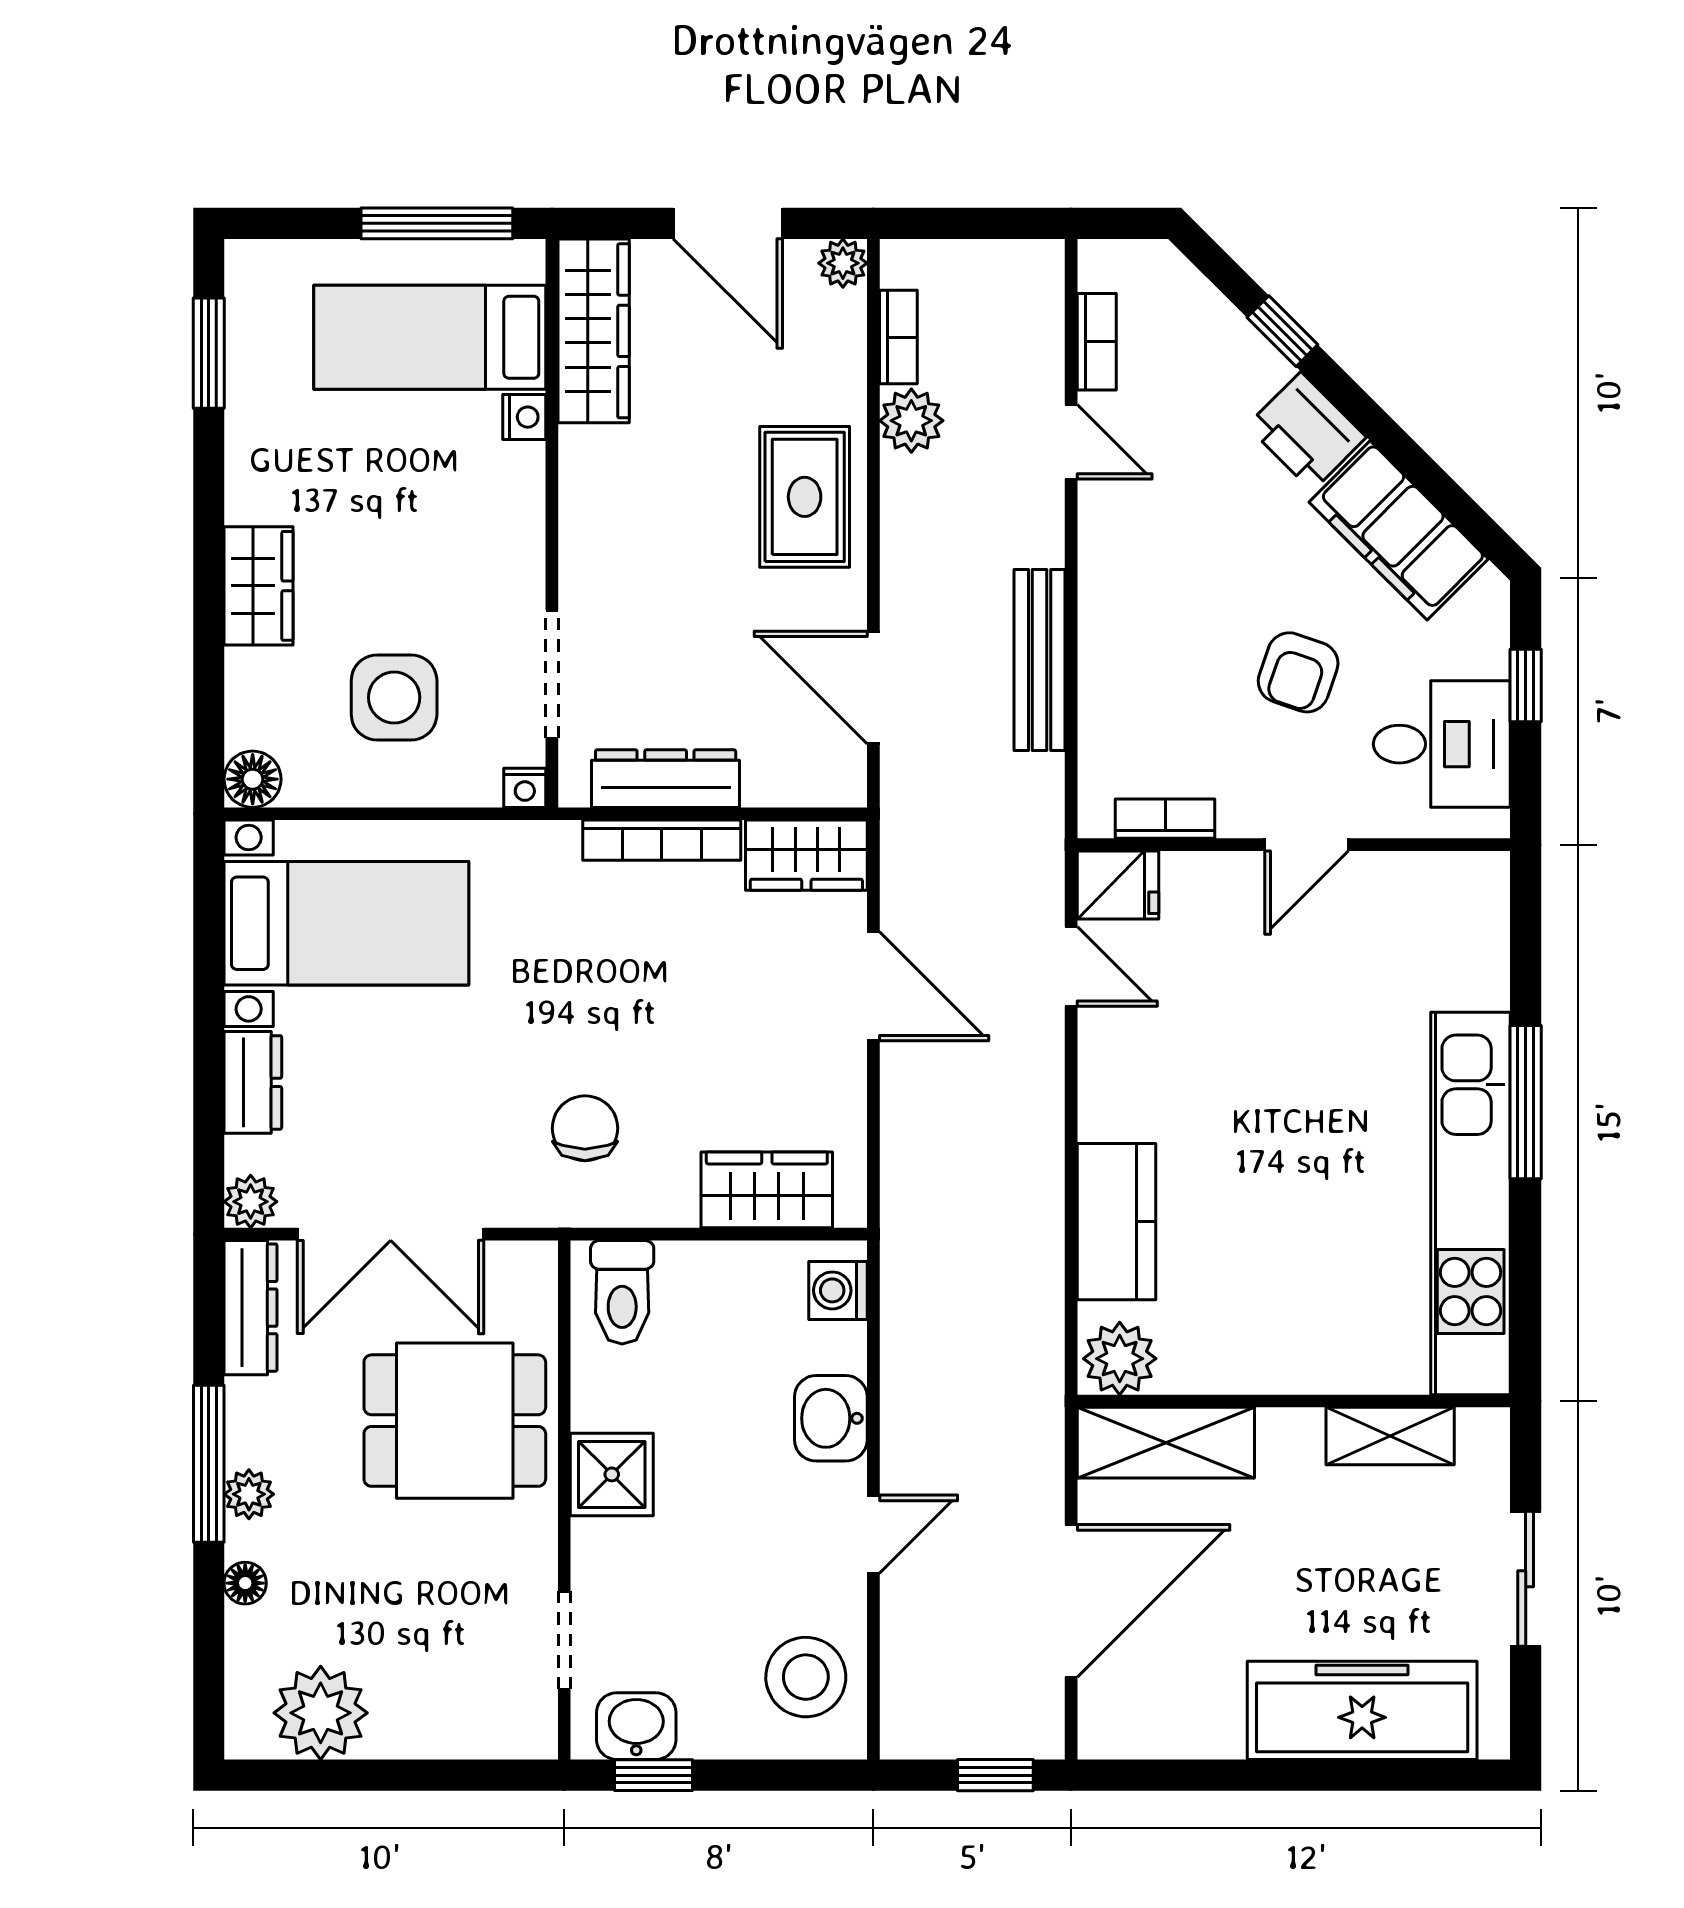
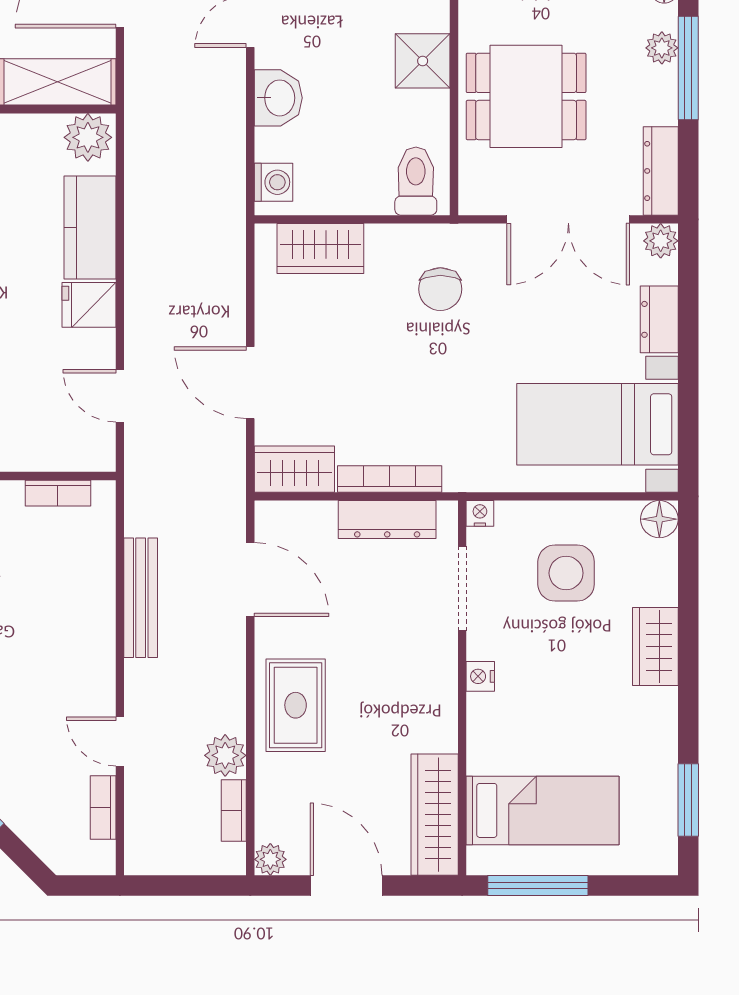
nightstand: (524, 417) -> (480, 676), moved
fridge: (1118, 885) -> (89, 305), moved
double door: (391, 1234) -> (568, 219), swing flipped

